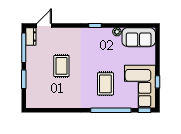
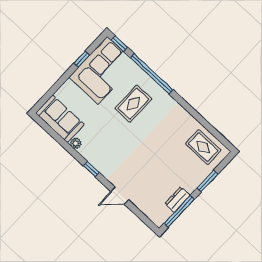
door: (44, 25) -> (120, 196), moved
dresser: (31, 36) -> (177, 200), moved
rug: (61, 66) -> (203, 147), moved, turned 90

